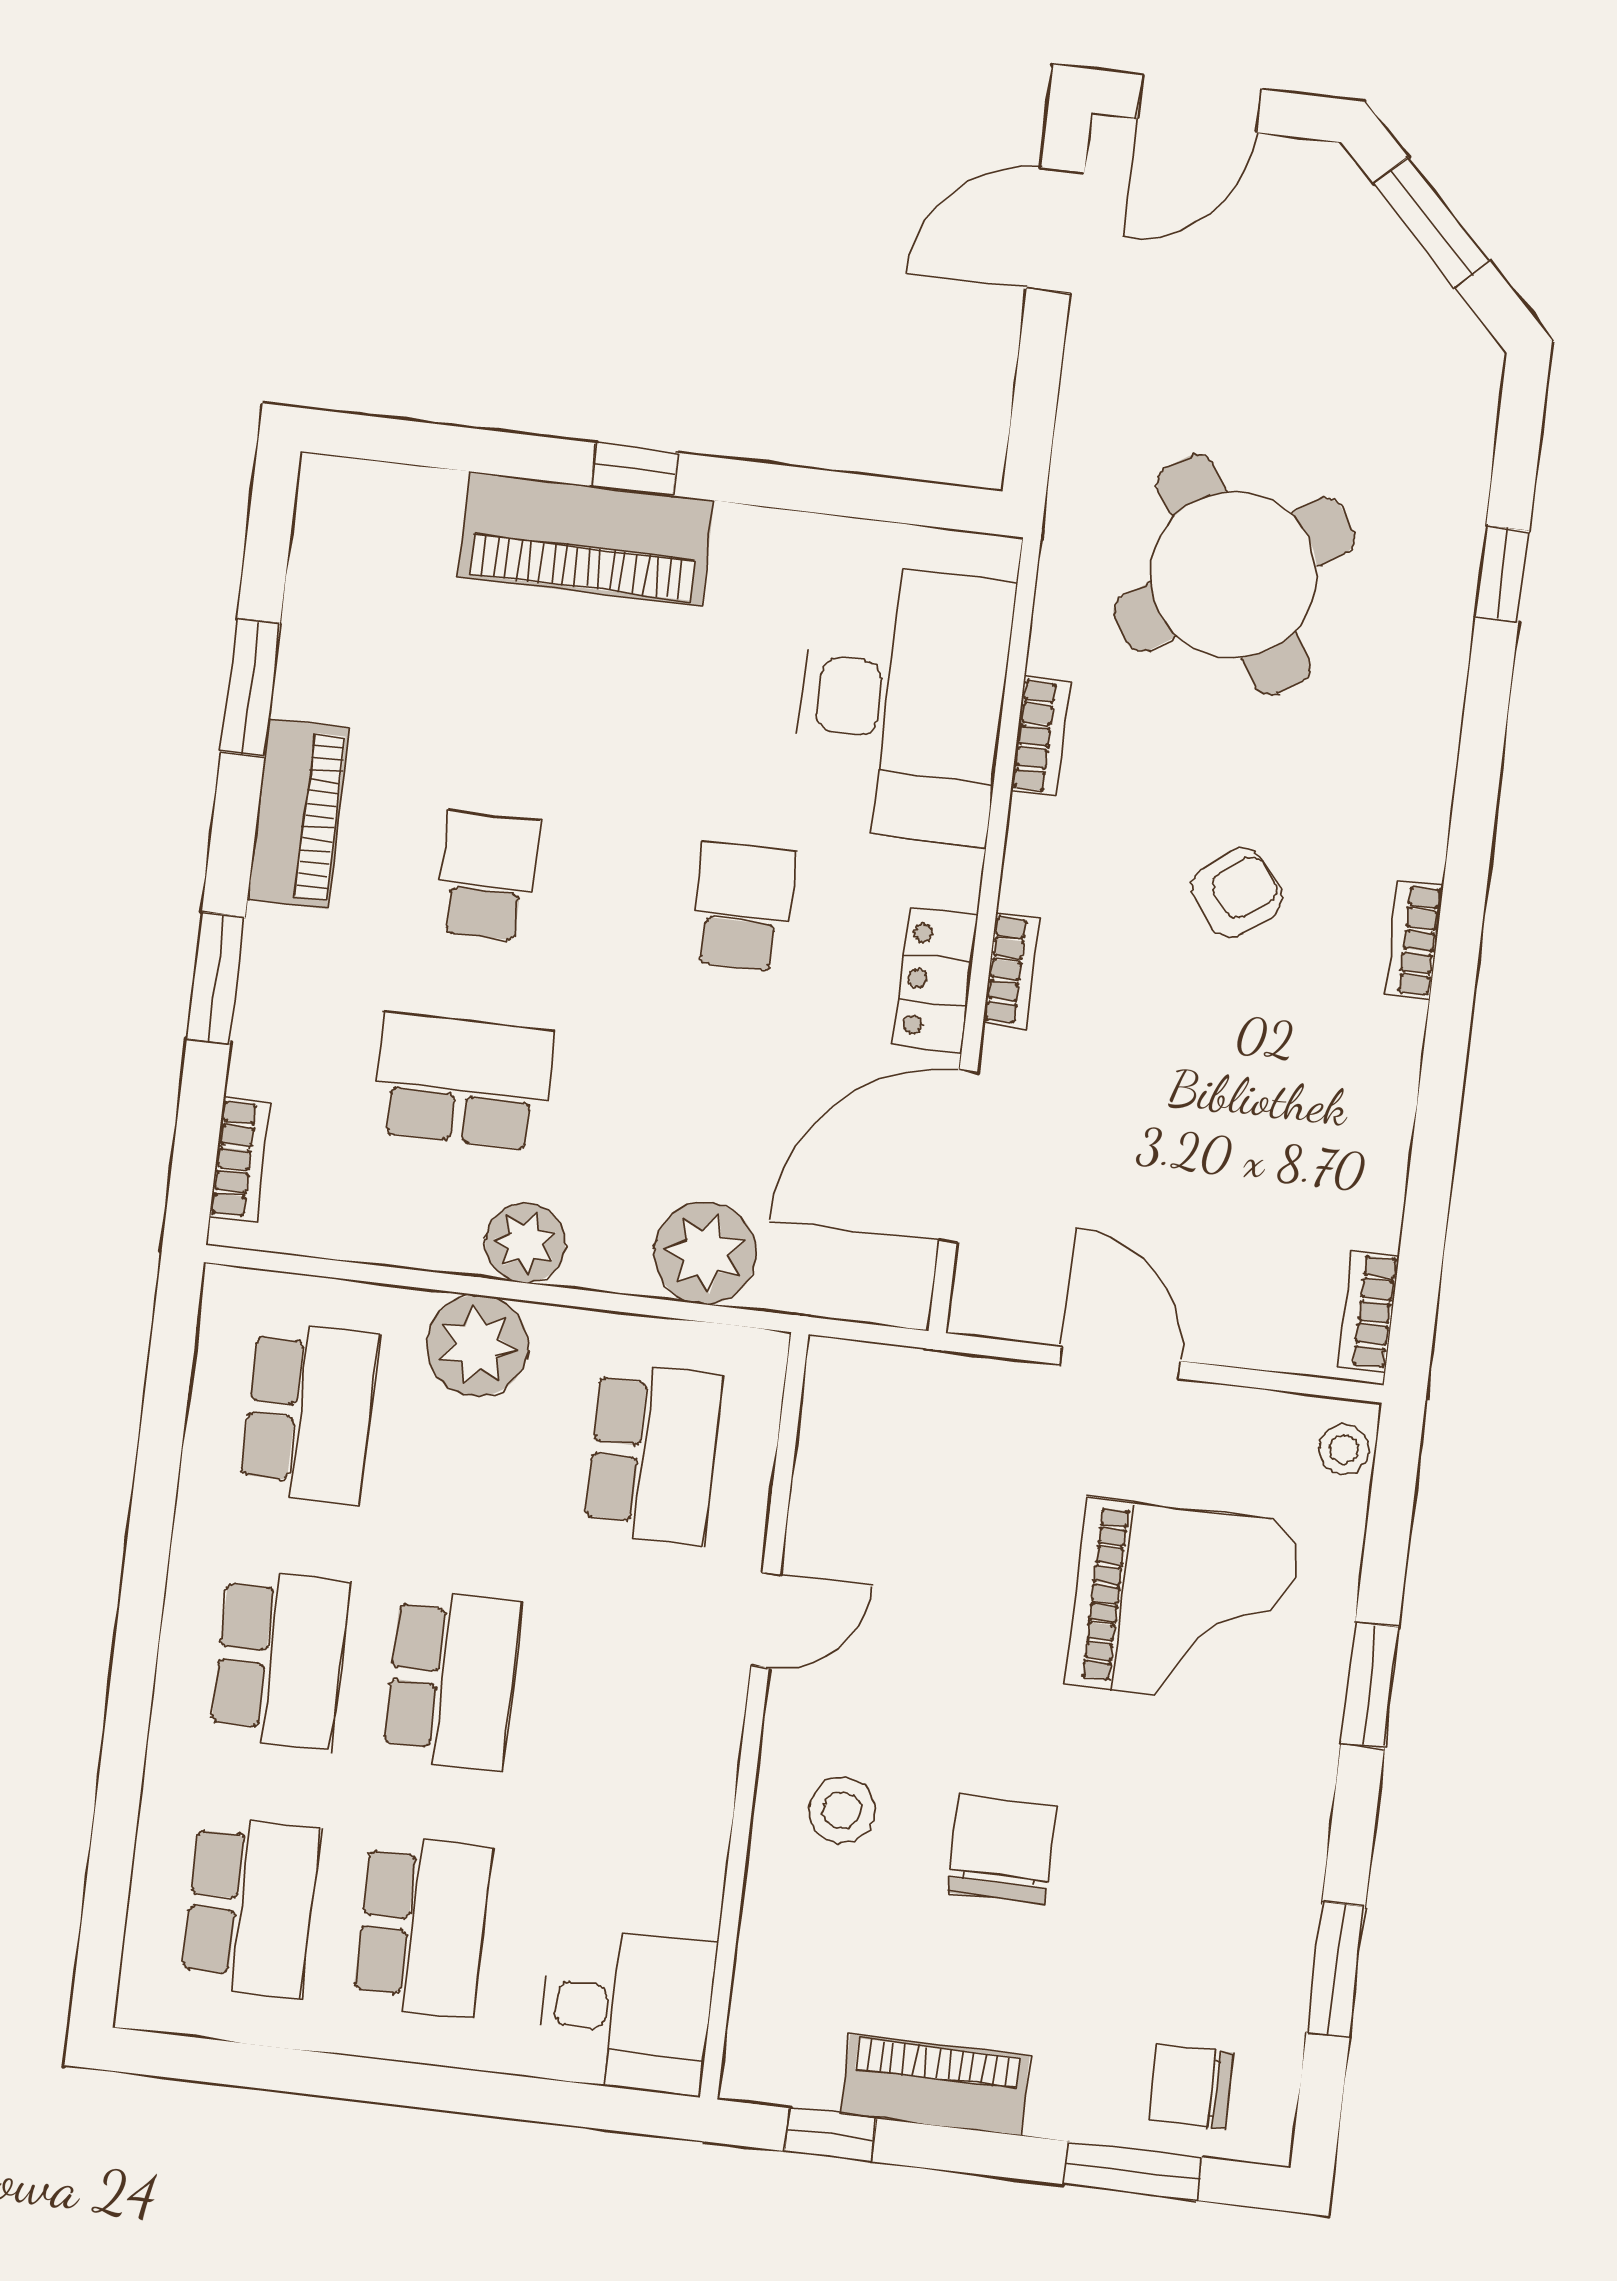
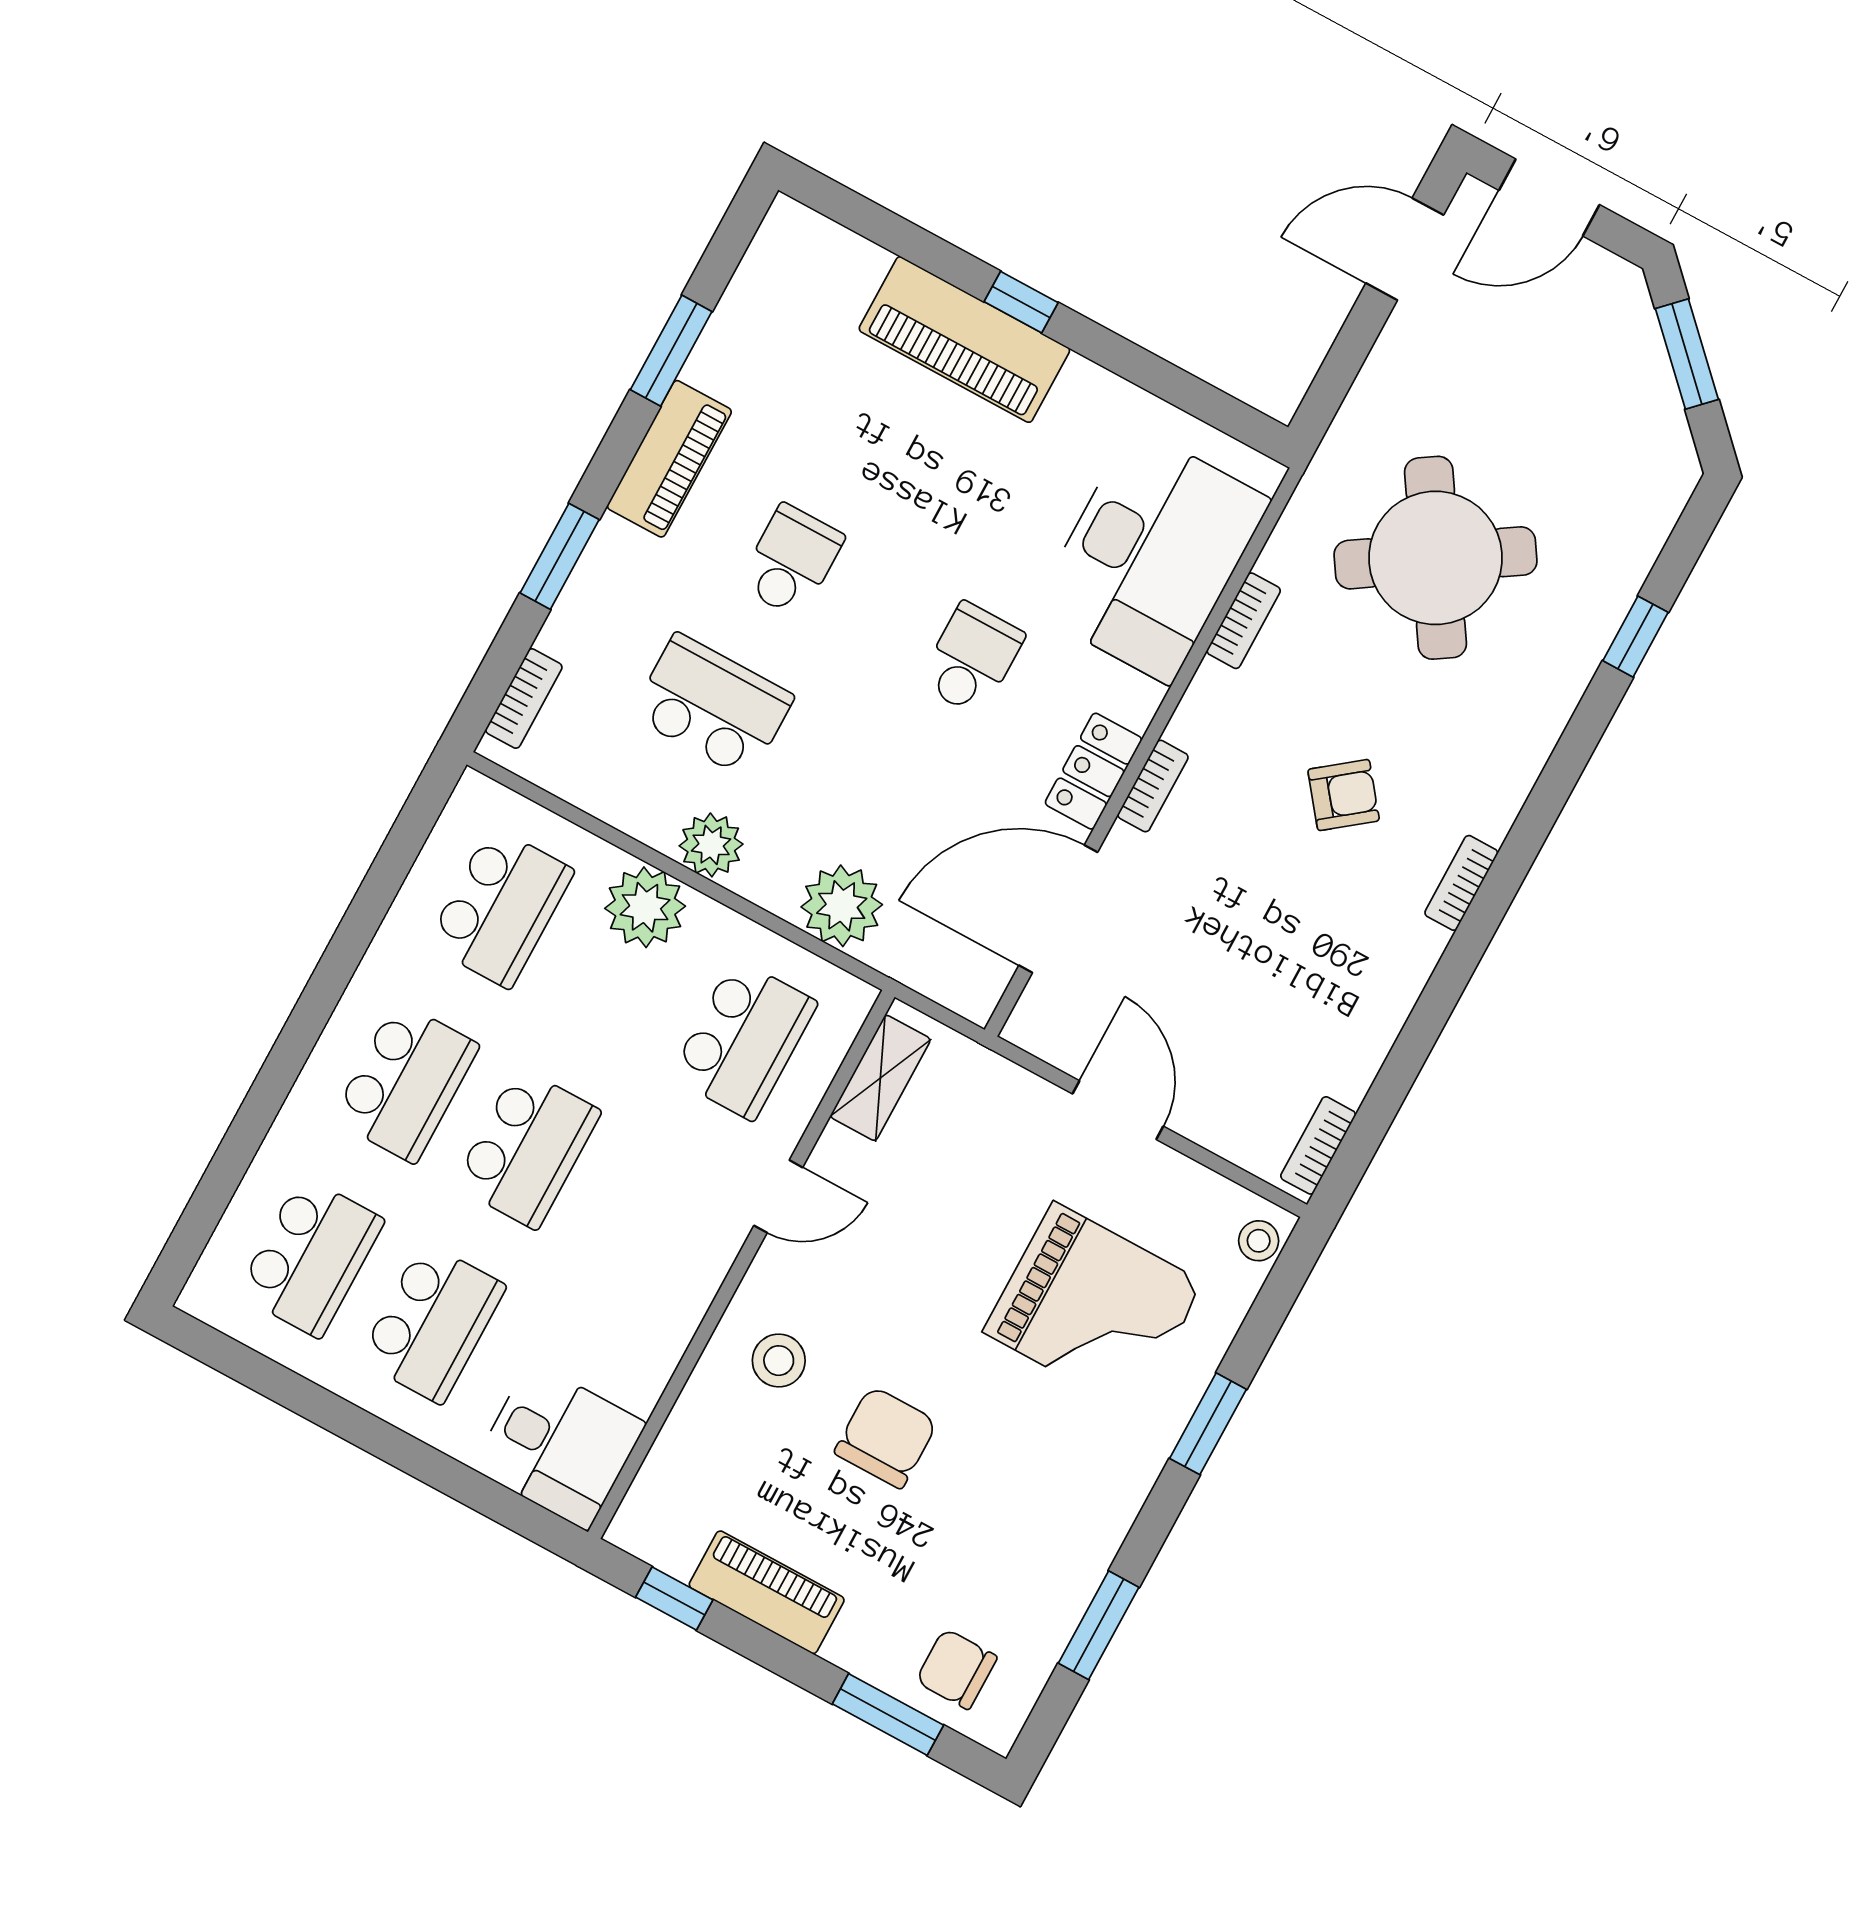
shelving: (830, 1435) -> (880, 1078), added

